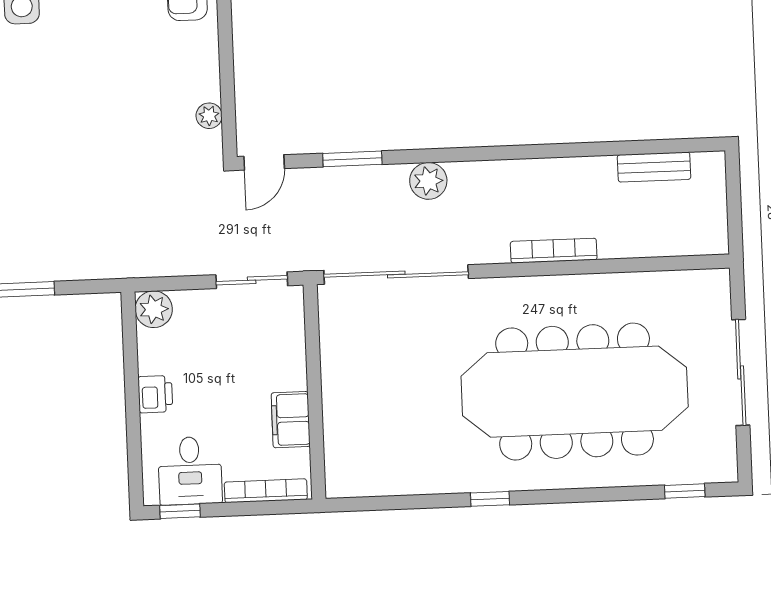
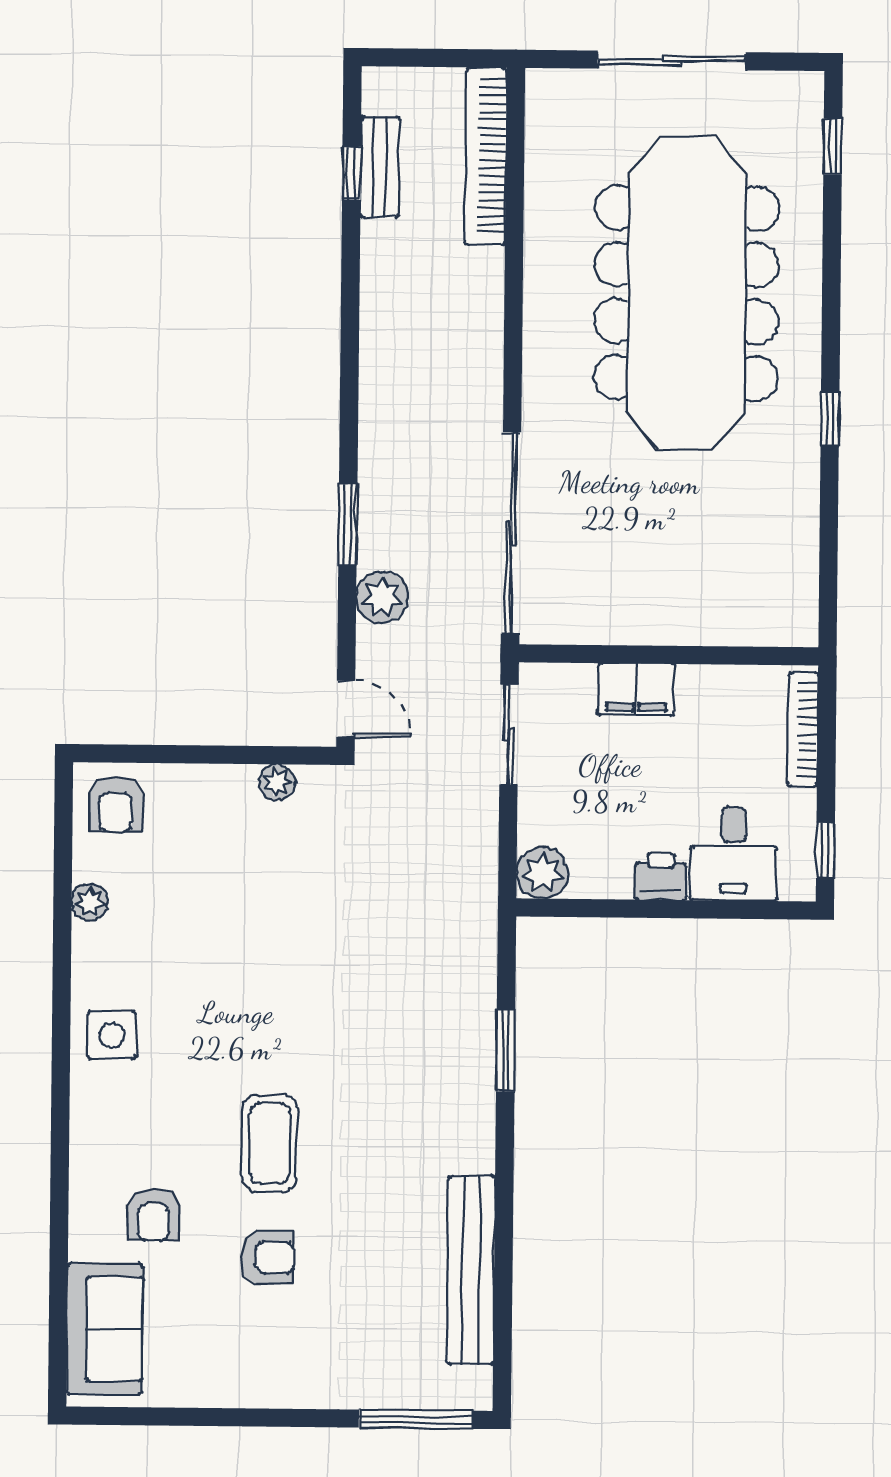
window: (648, 147) -> (351, 173), added
window: (352, 159) -> (348, 524), moved
plant: (428, 181) -> (382, 597), moved
bookcase: (554, 251) -> (486, 156), moved, width x1.48, depth x1.31
filing cabinet: (291, 420) -> (636, 689), moved
desk: (190, 471) -> (734, 854), moved, turned 90

